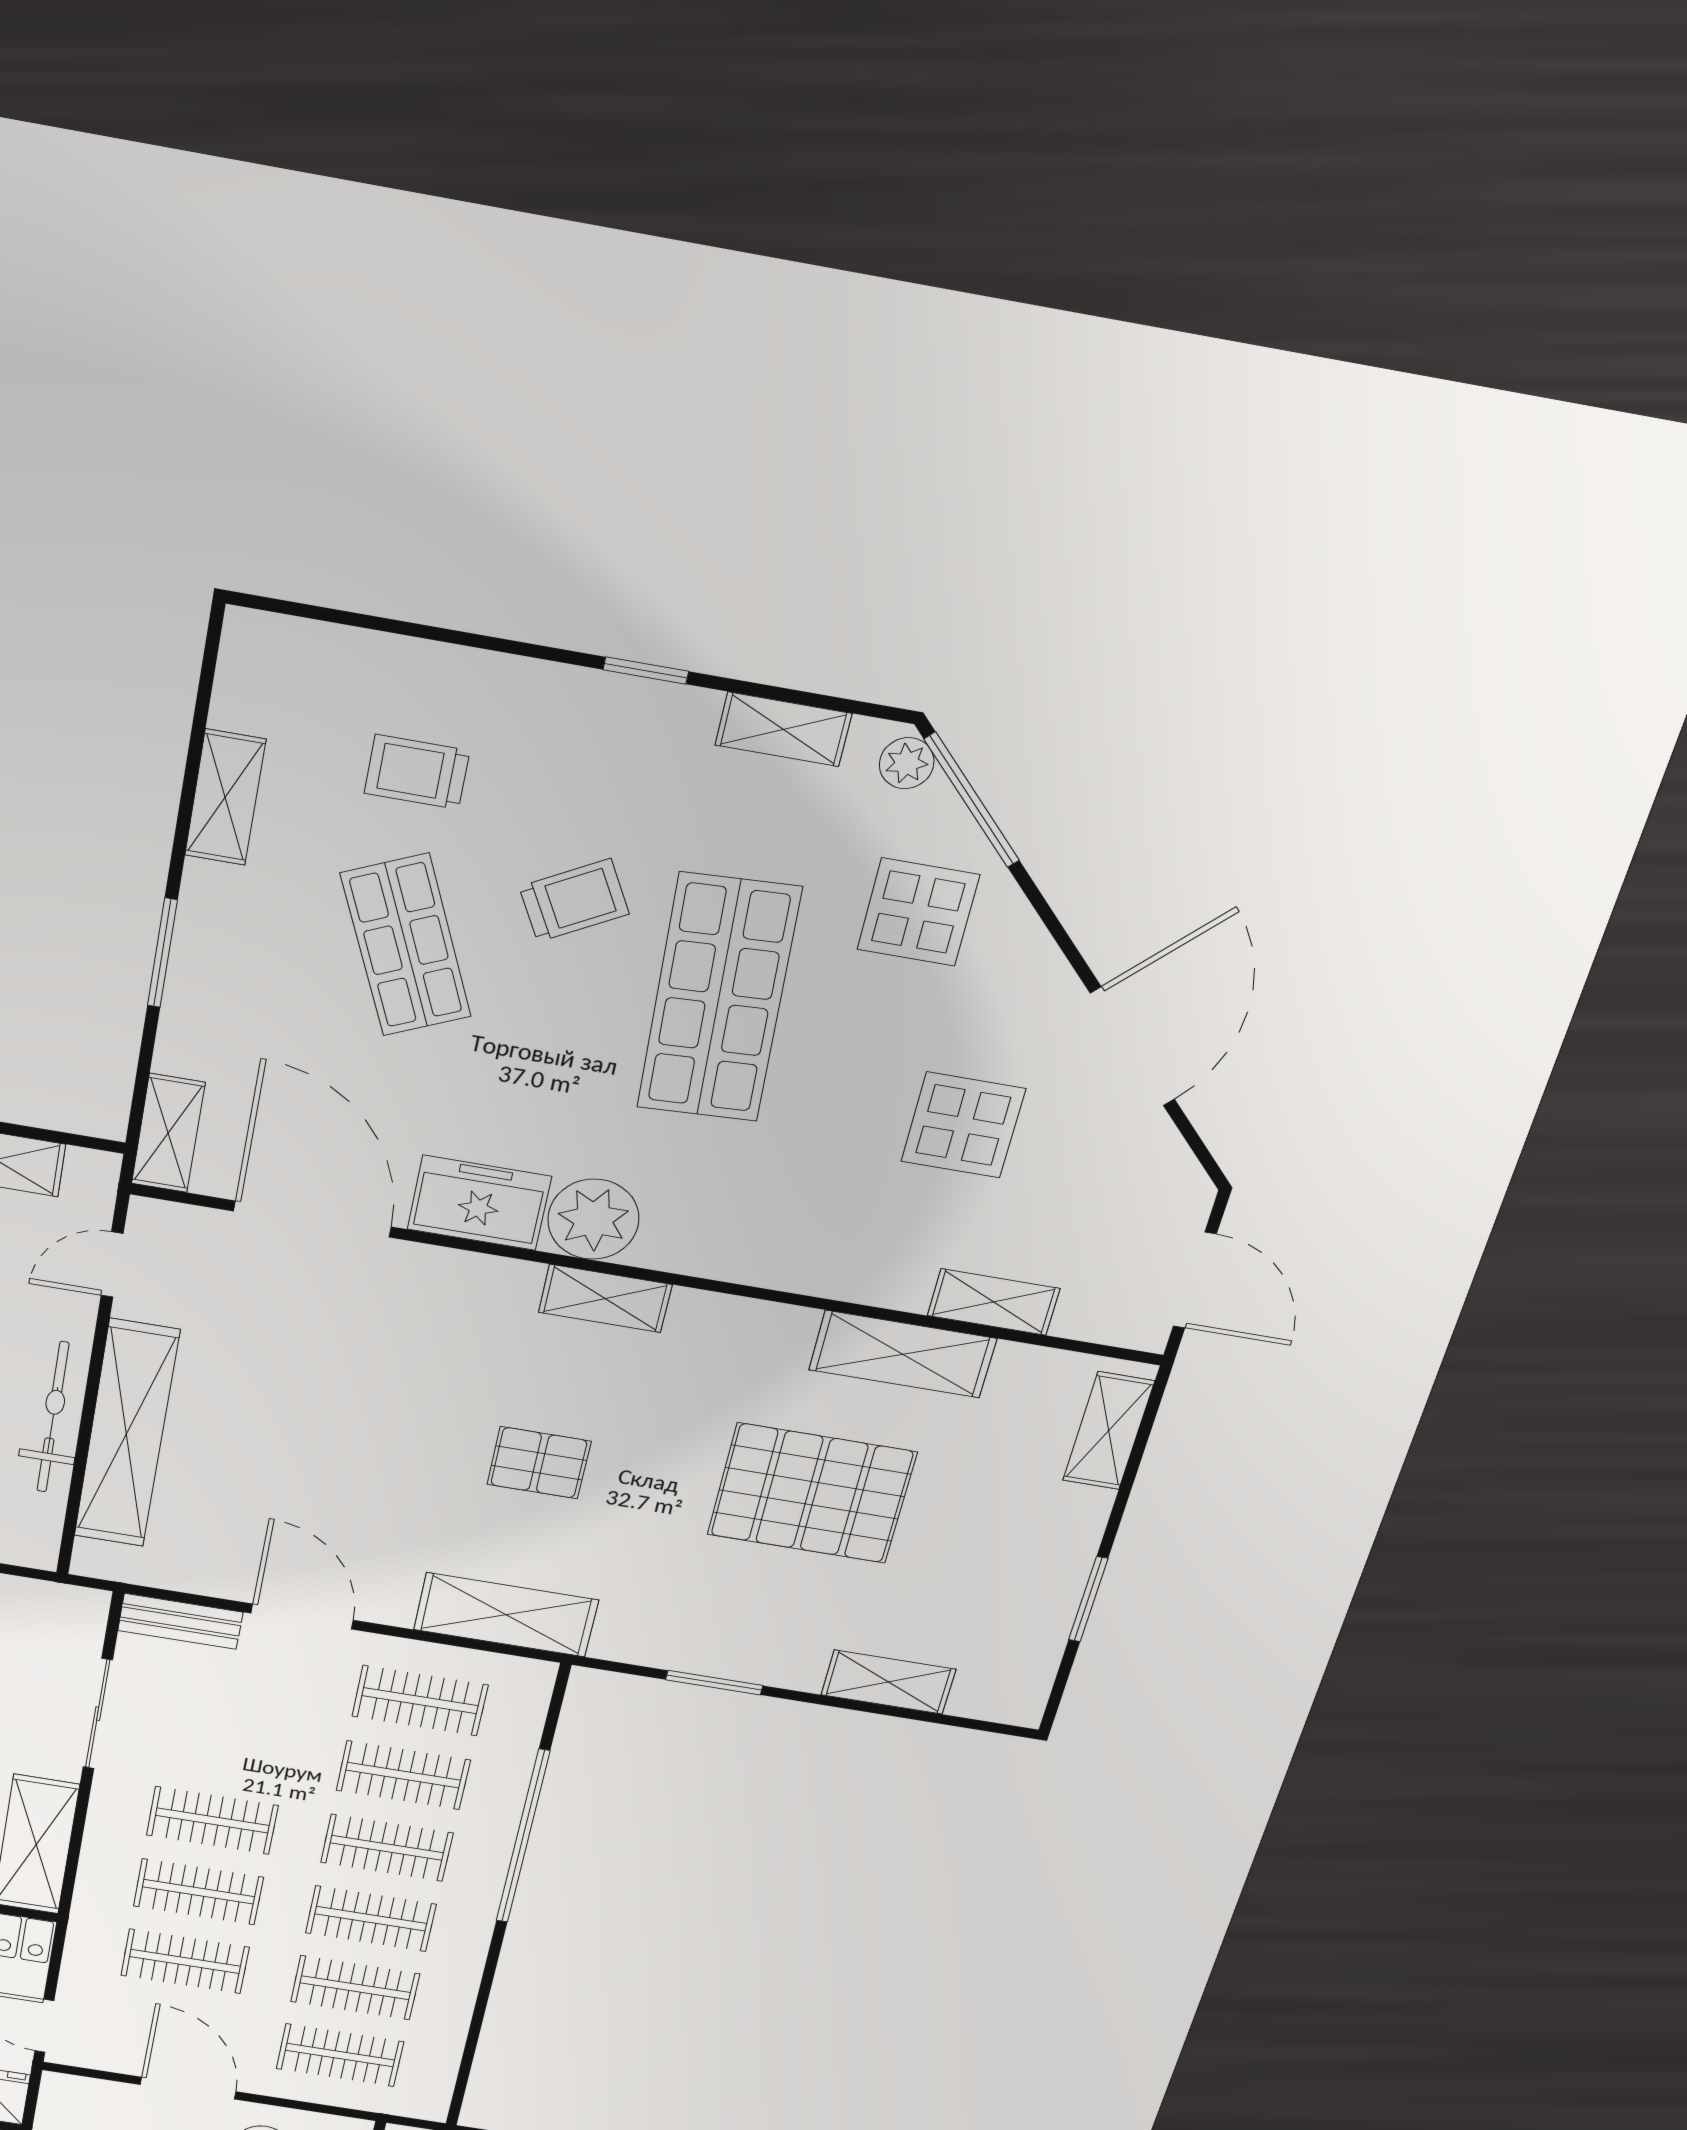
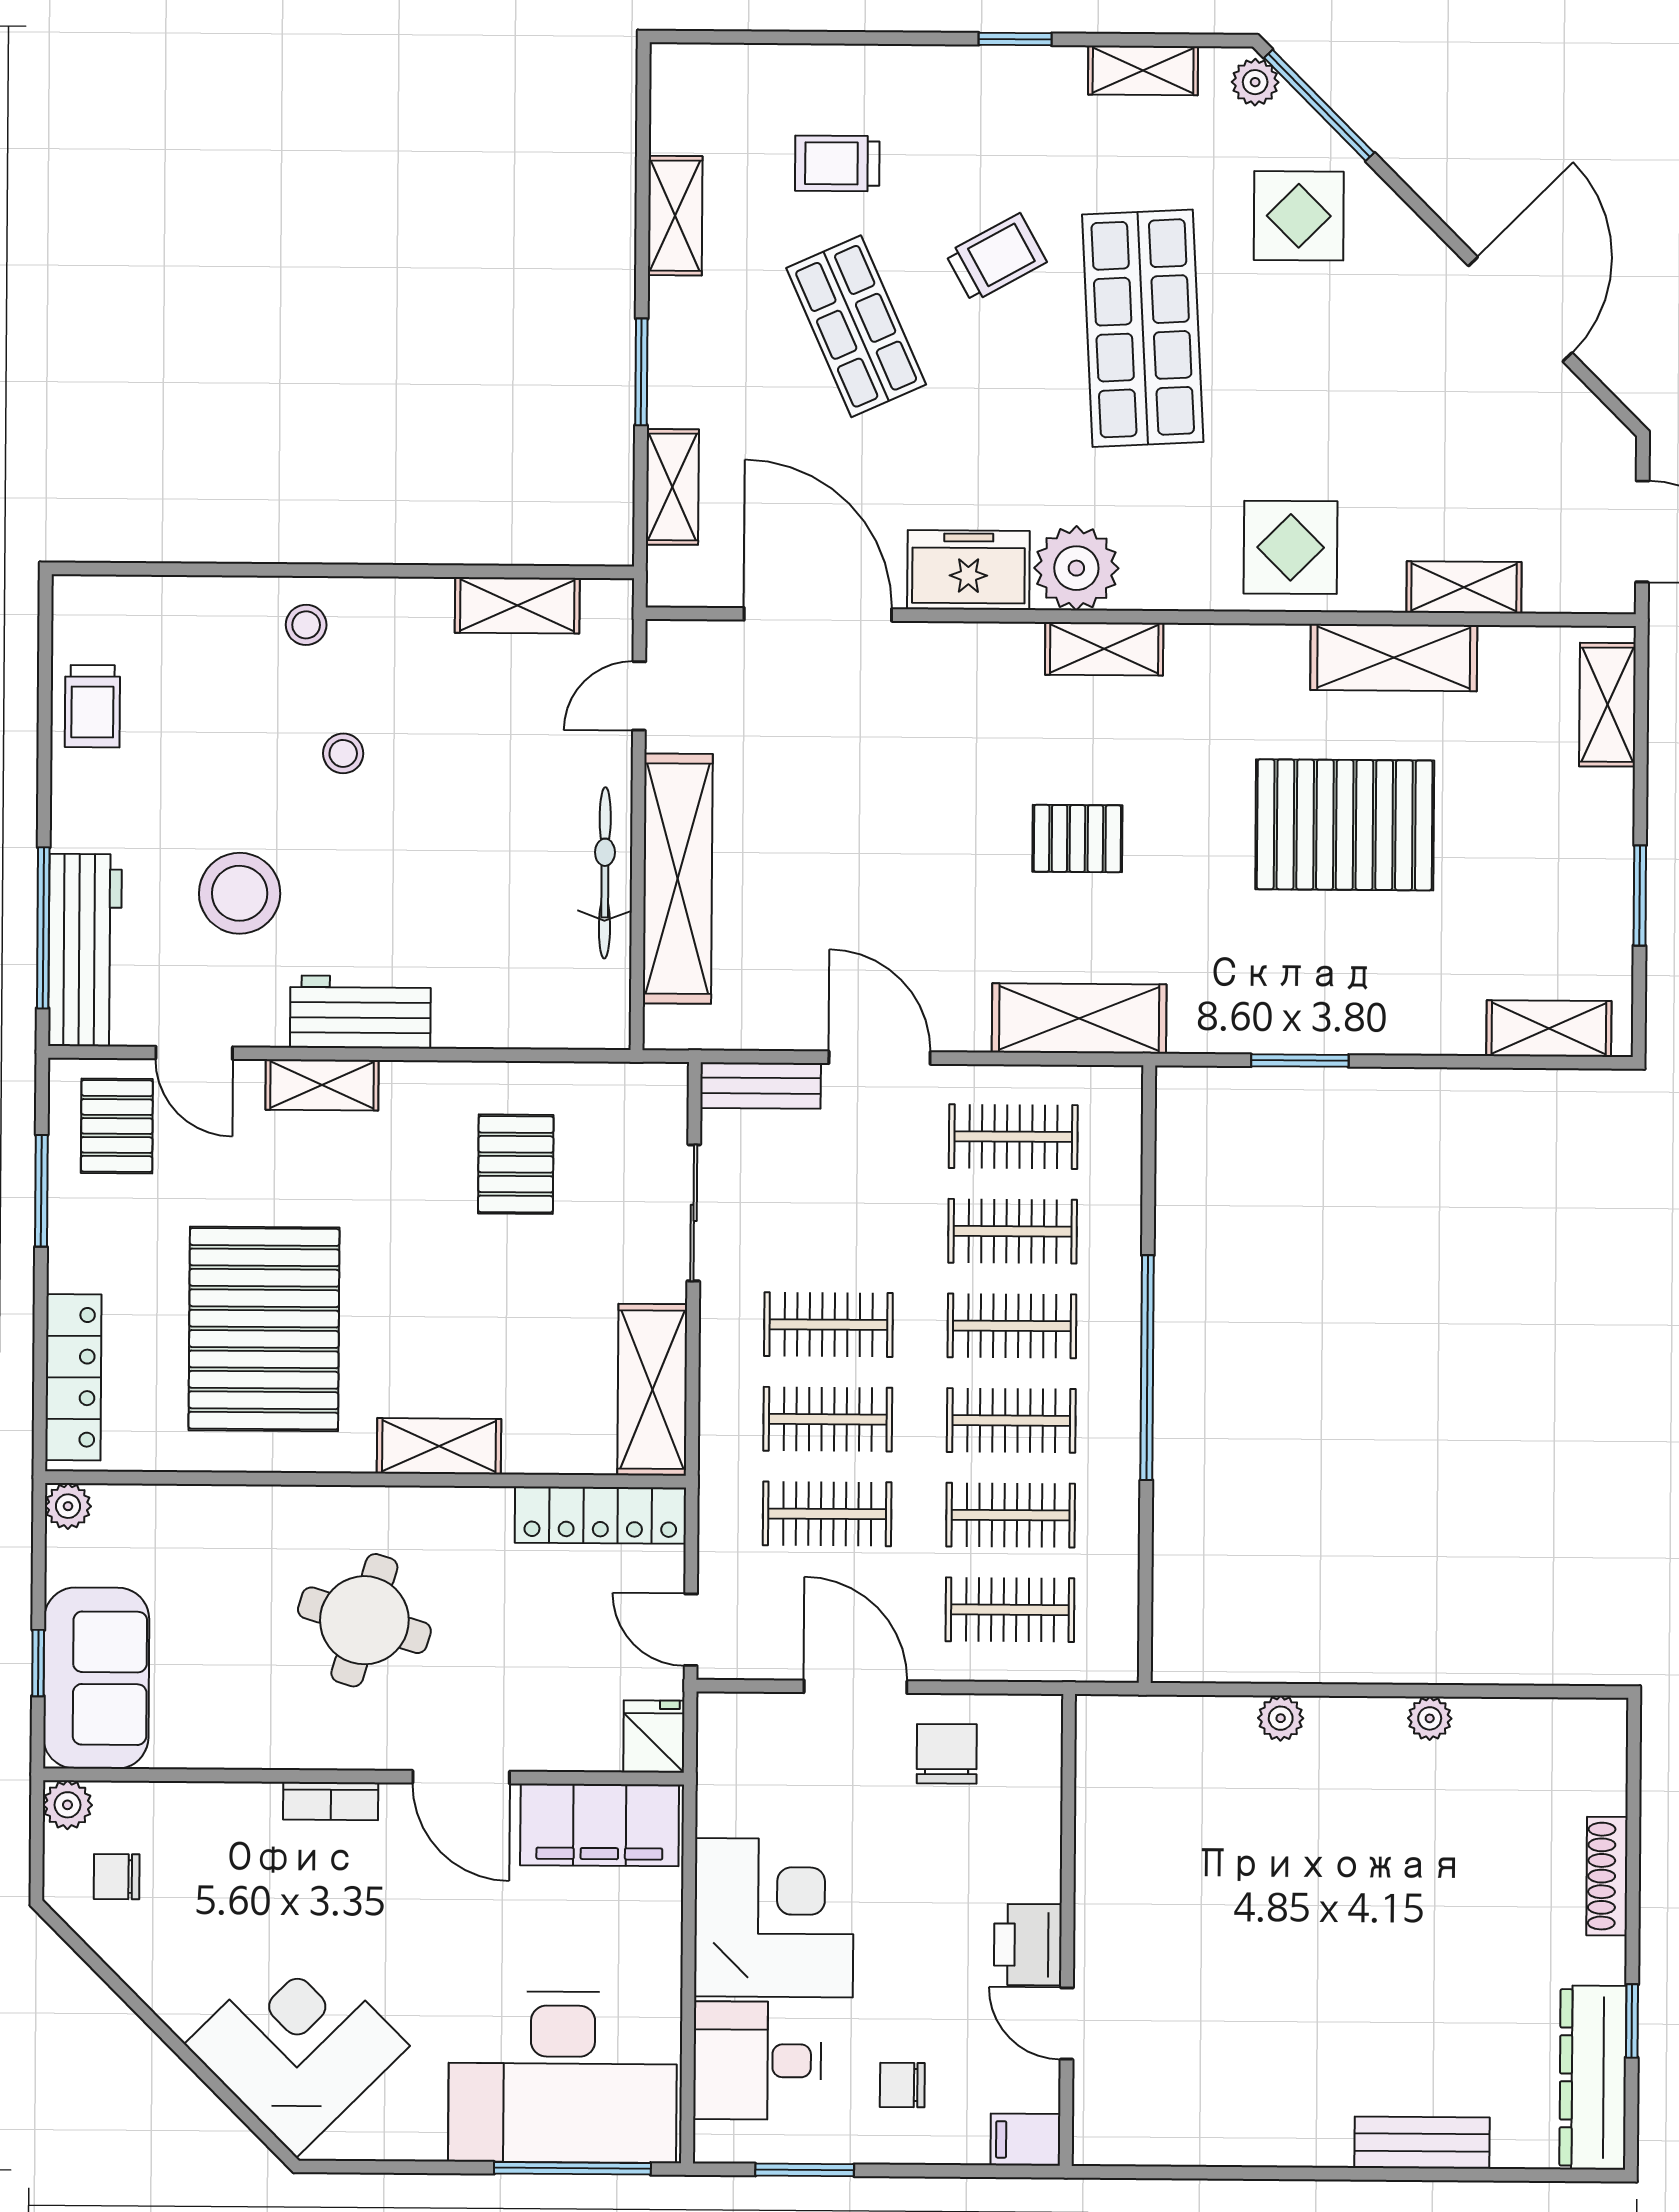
display table: (963, 1125) -> (1291, 547), moved
shelving: (168, 1133) -> (672, 487), moved
shelving: (888, 1682) -> (1549, 1028), moved
window: (523, 1837) -> (1147, 1368), moved

